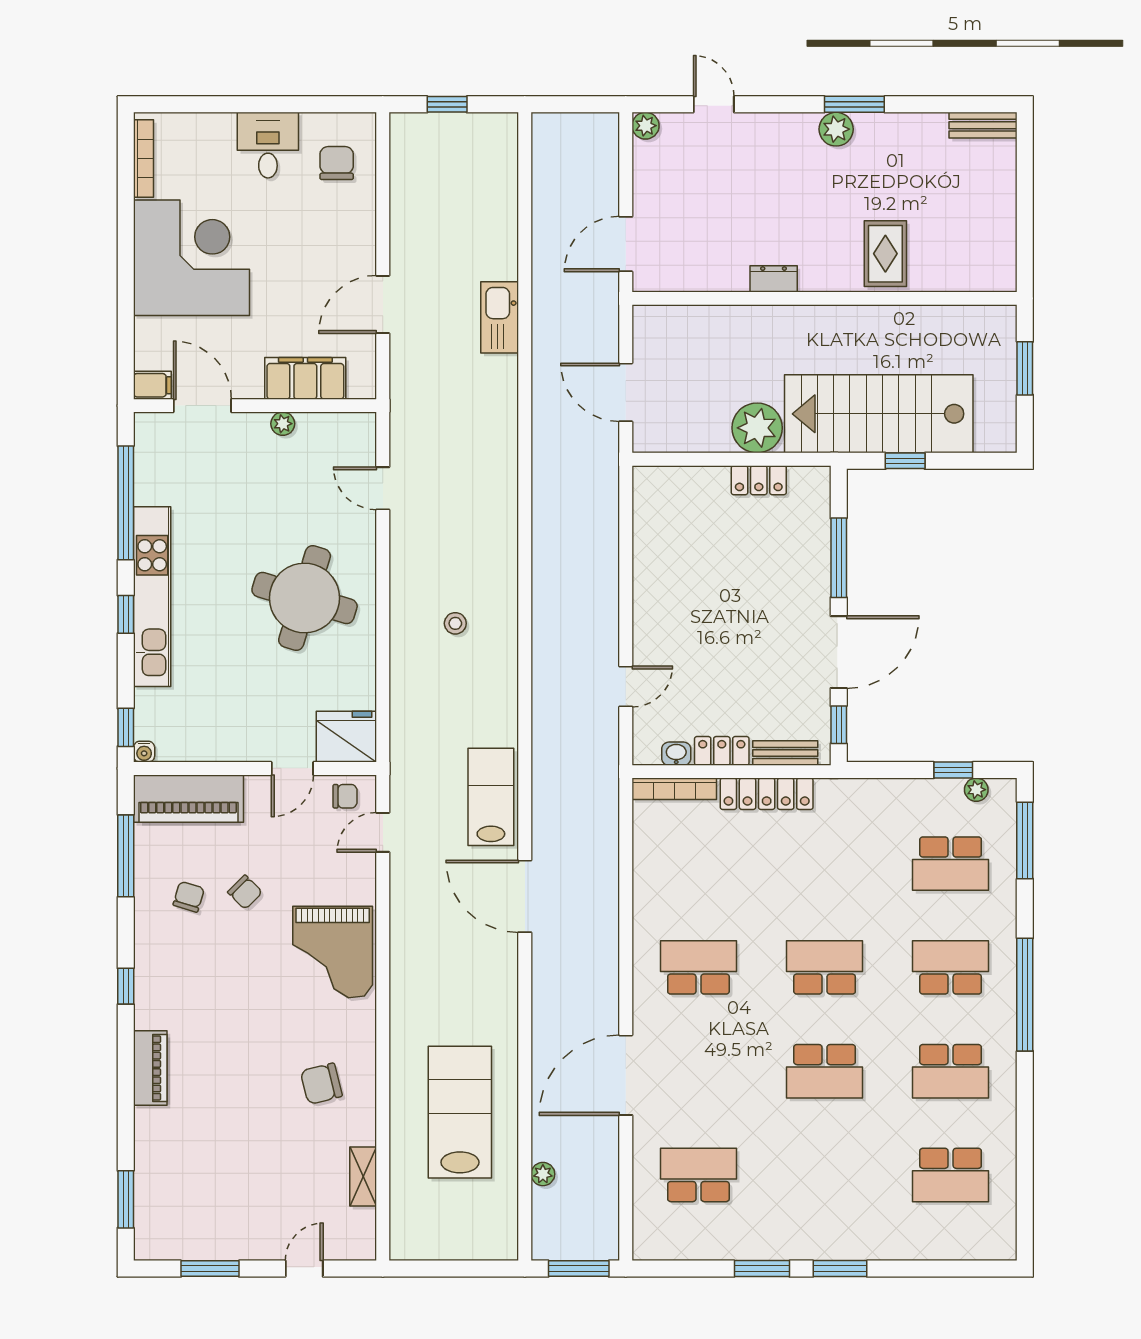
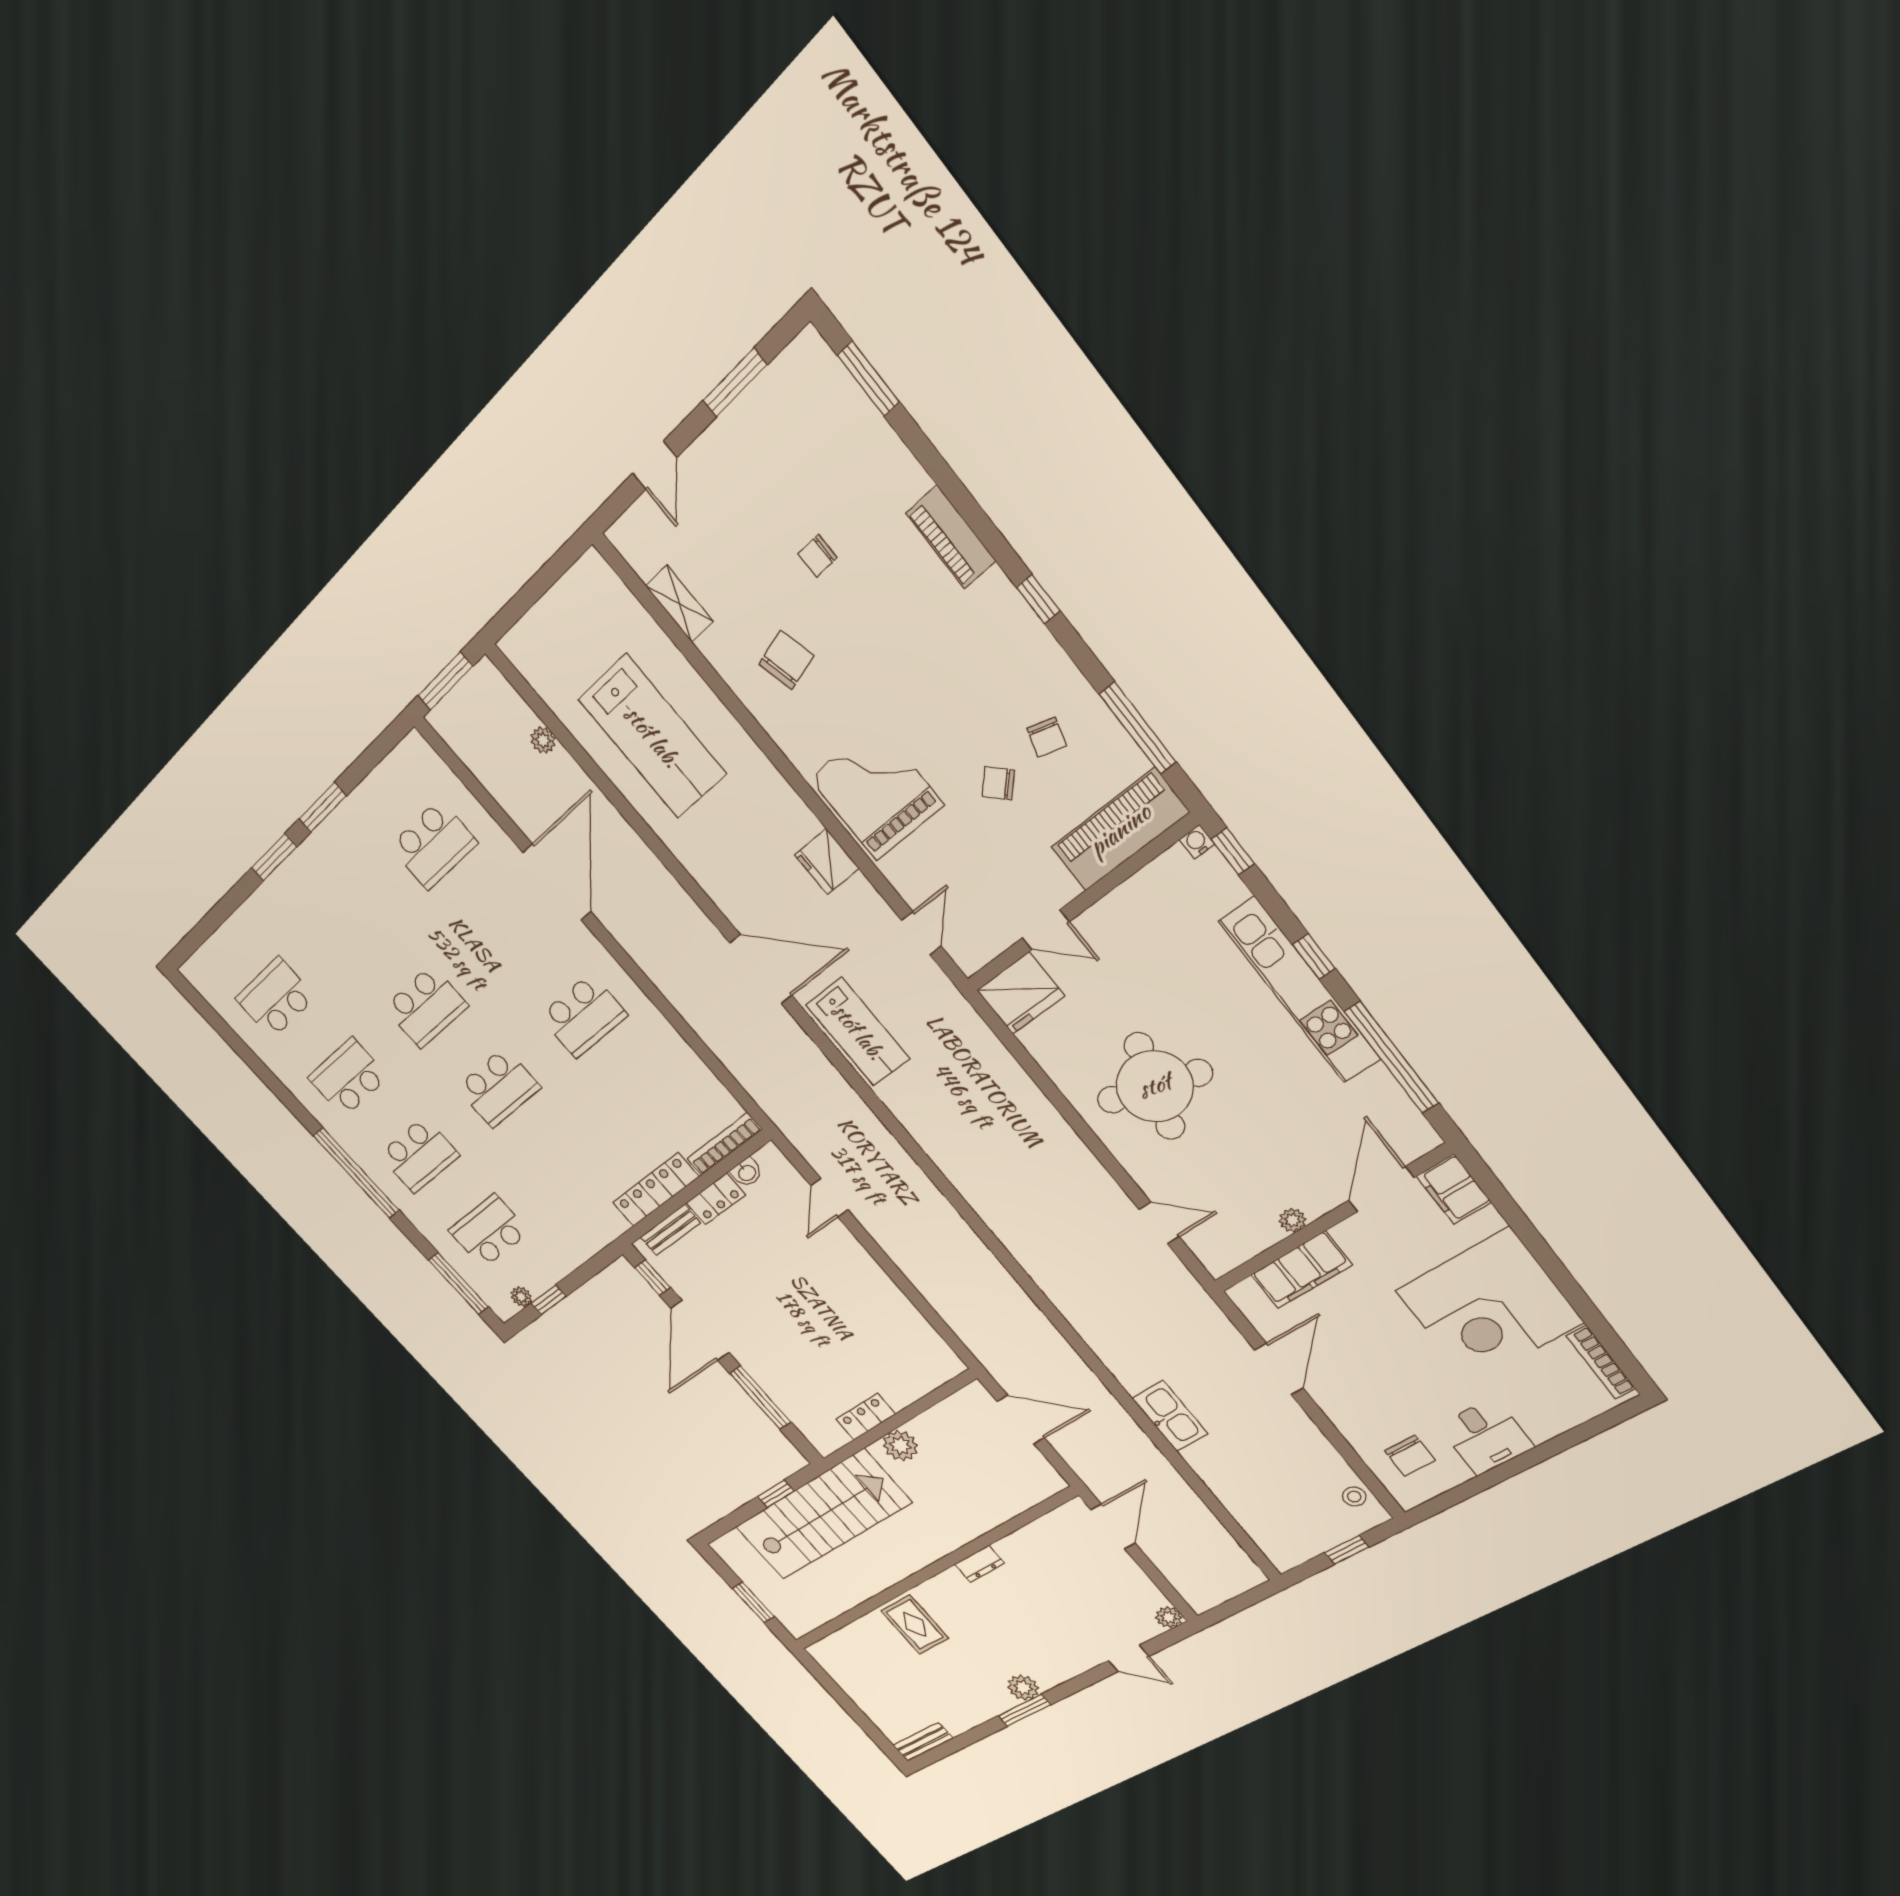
filing cabinet: (152, 385) -> (1454, 1189), width x2.00
door: (202, 406) -> (1381, 1189), swing flipped
plant: (757, 428) -> (900, 1446), width x0.73, depth x0.73
stool: (455, 623) -> (1354, 1497), moved
door: (292, 768) -> (1046, 930), swing flipped
chair: (345, 796) -> (818, 556), moved
fridge: (409, 933) -> (827, 862), added
school desk: (825, 1071) -> (426, 1007), turned 180

